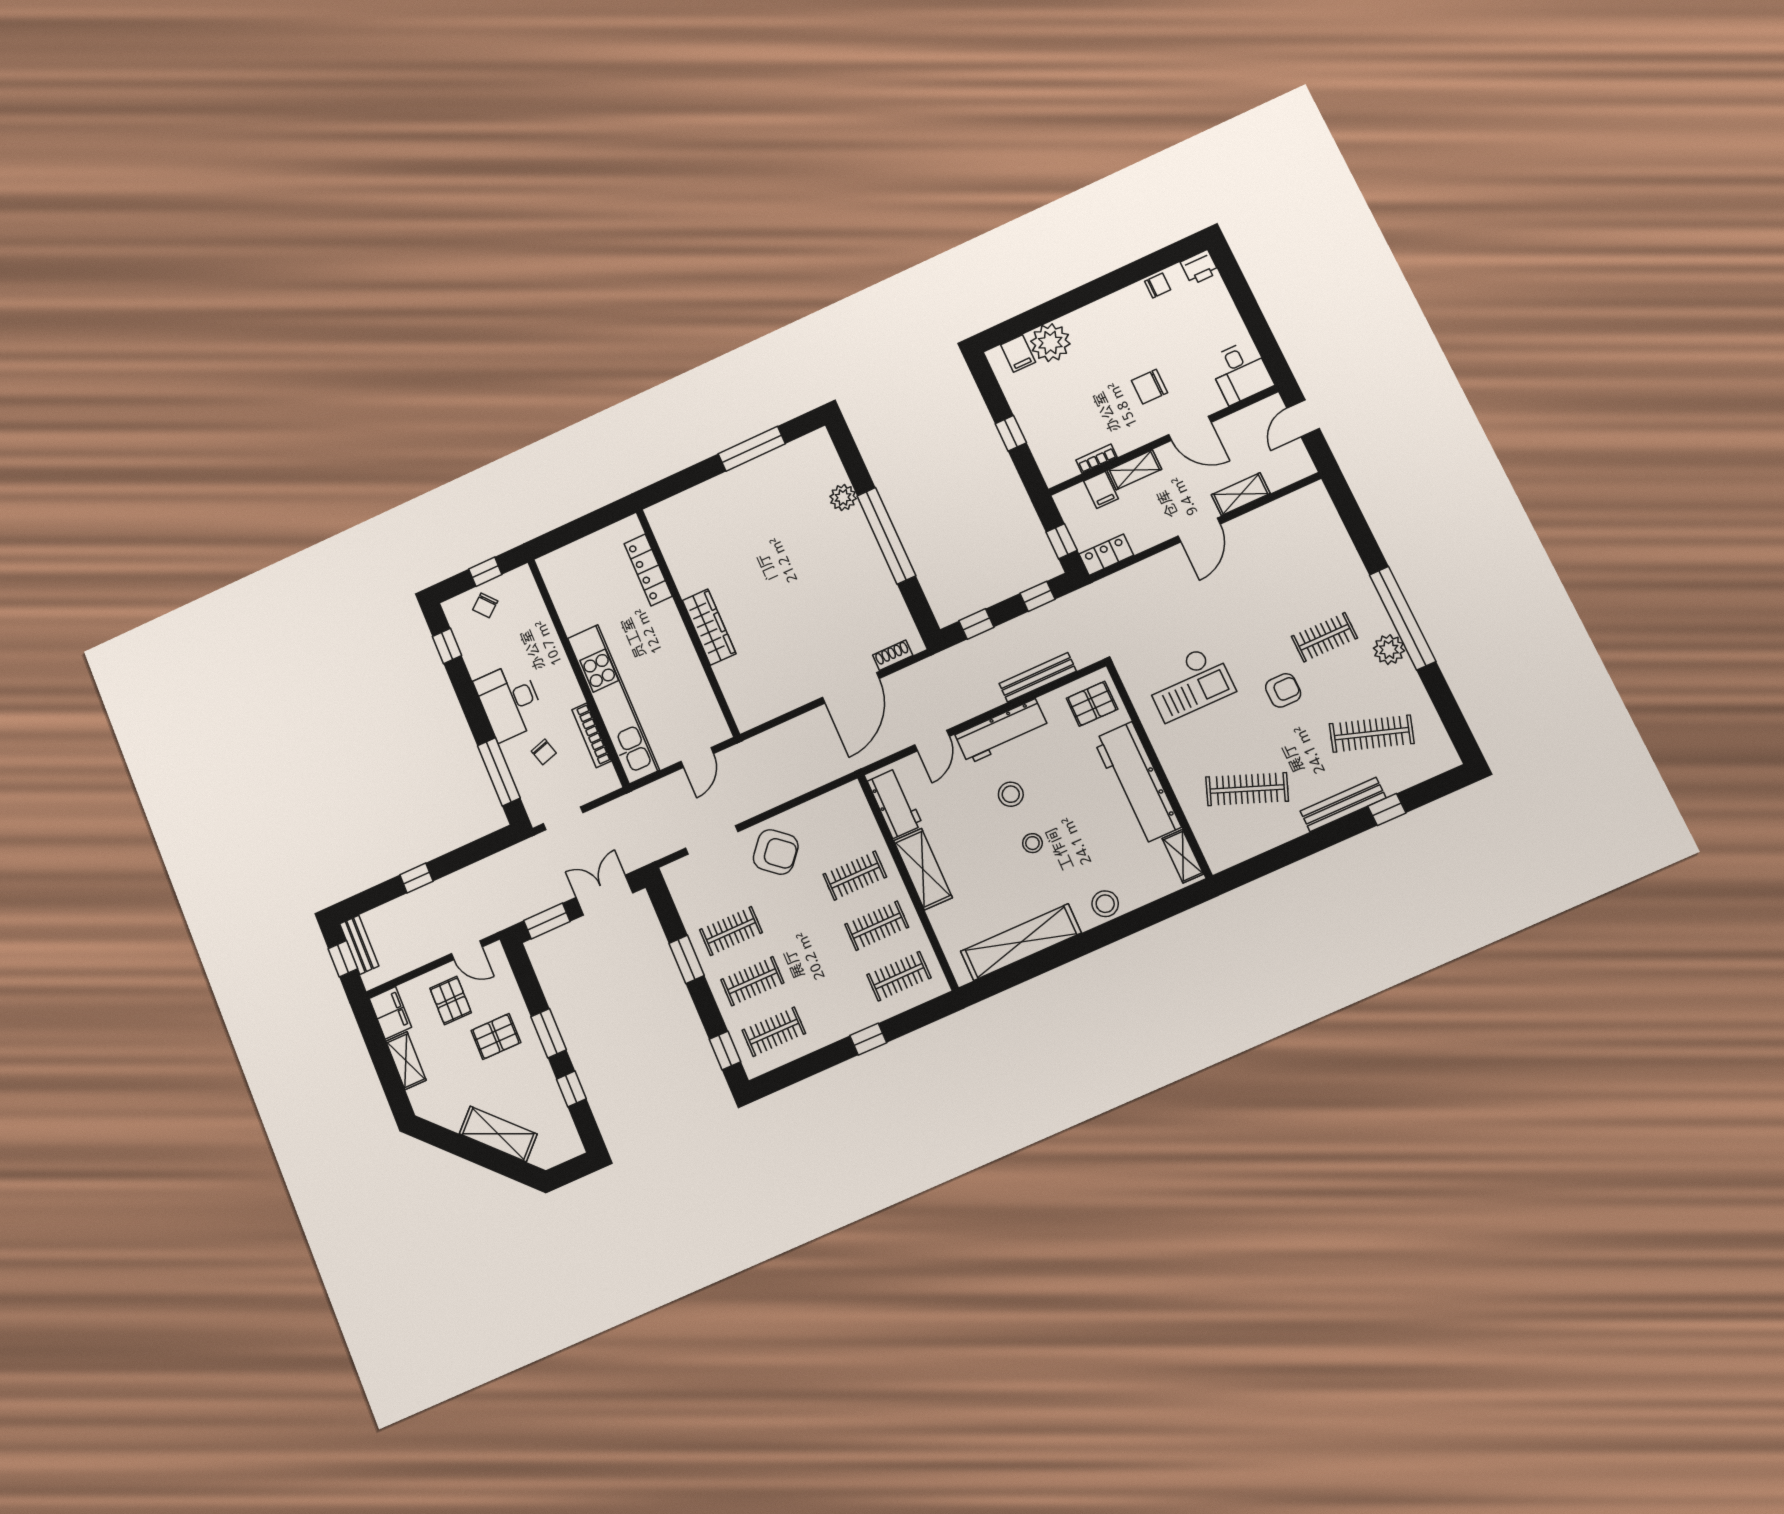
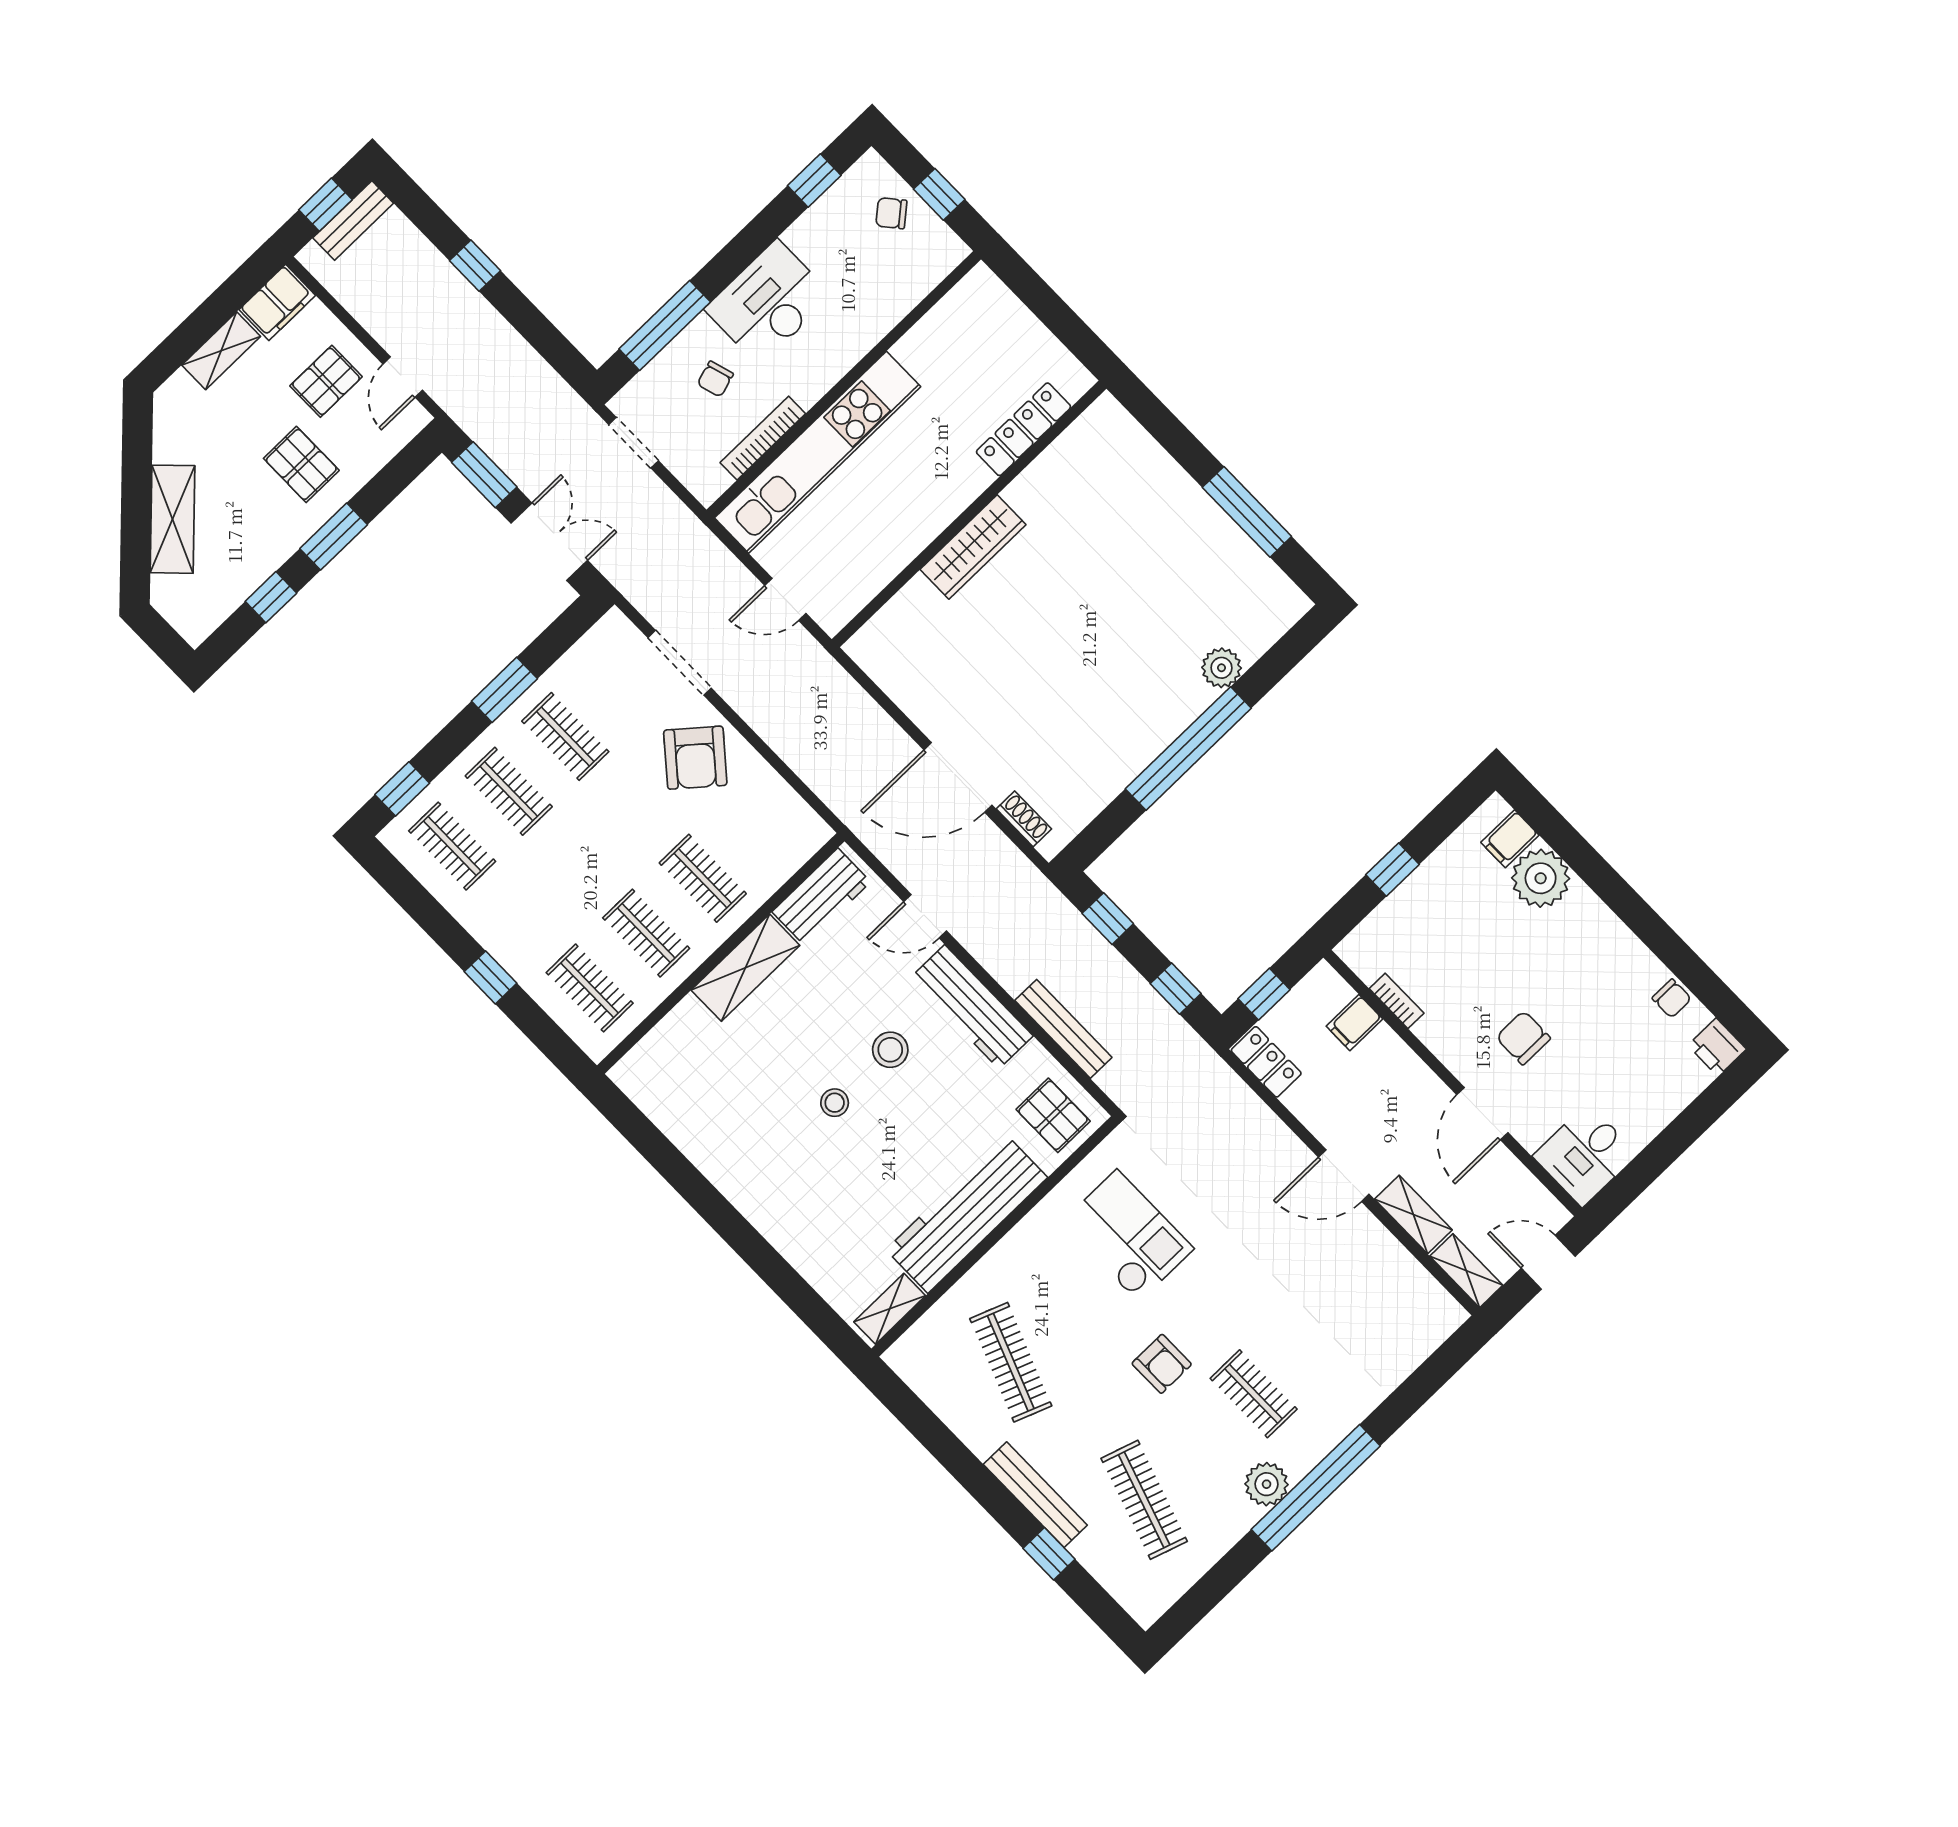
shelving: (1134, 470) -> (1466, 1271), moved
checkout: (1189, 683) -> (1128, 1236), turned 180
stool: (1105, 904) -> (788, 1229), removed
shelving: (1021, 942) -> (696, 1135), removed

